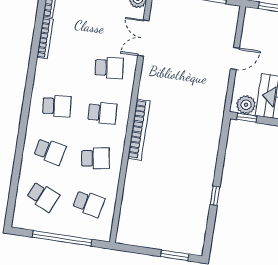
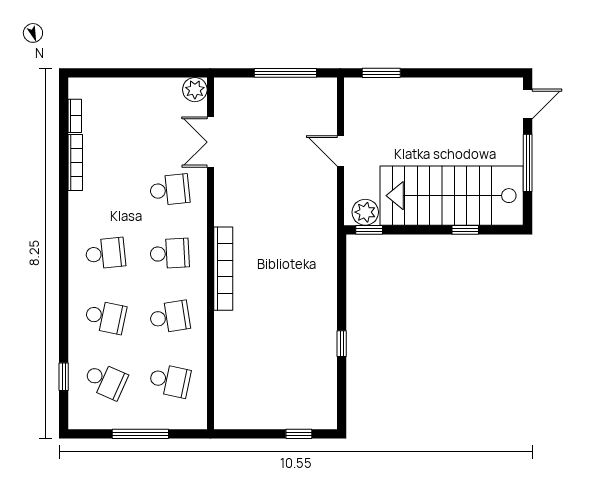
door: (235, 58) -> (340, 151), swing flipped
window: (14, 189) -> (64, 377), added
window: (62, 238) -> (140, 434), width x0.68
window: (175, 255) -> (299, 434), width x0.67

